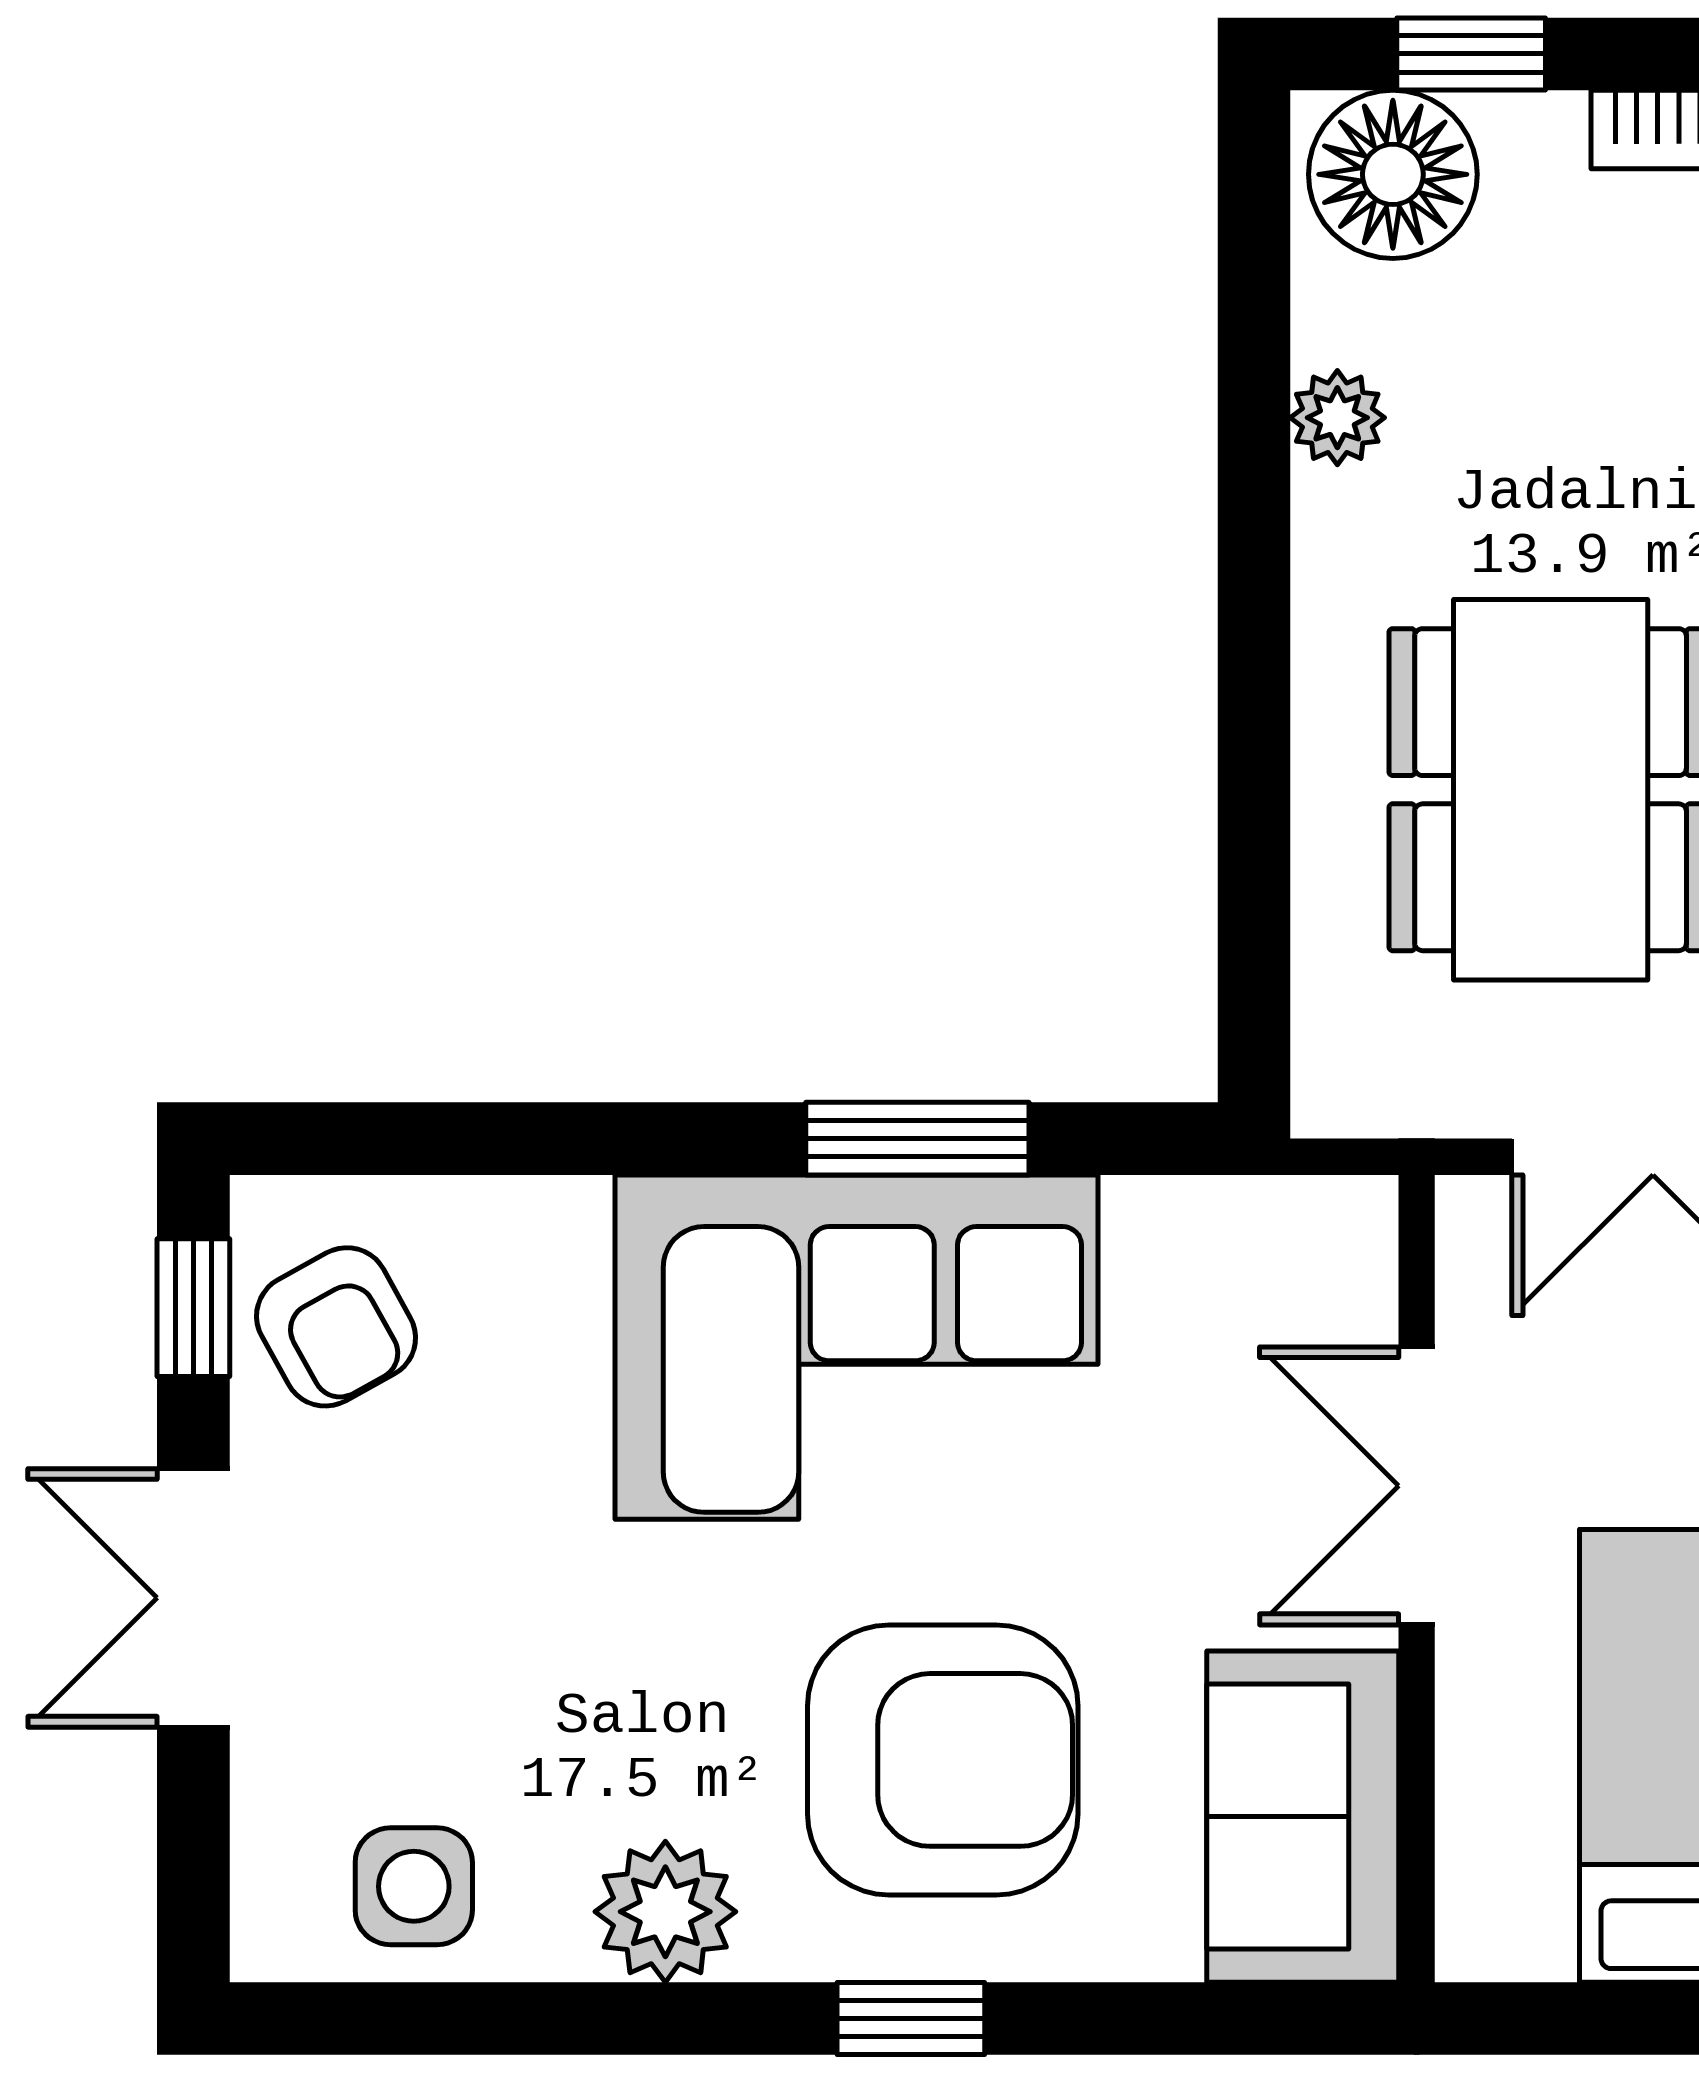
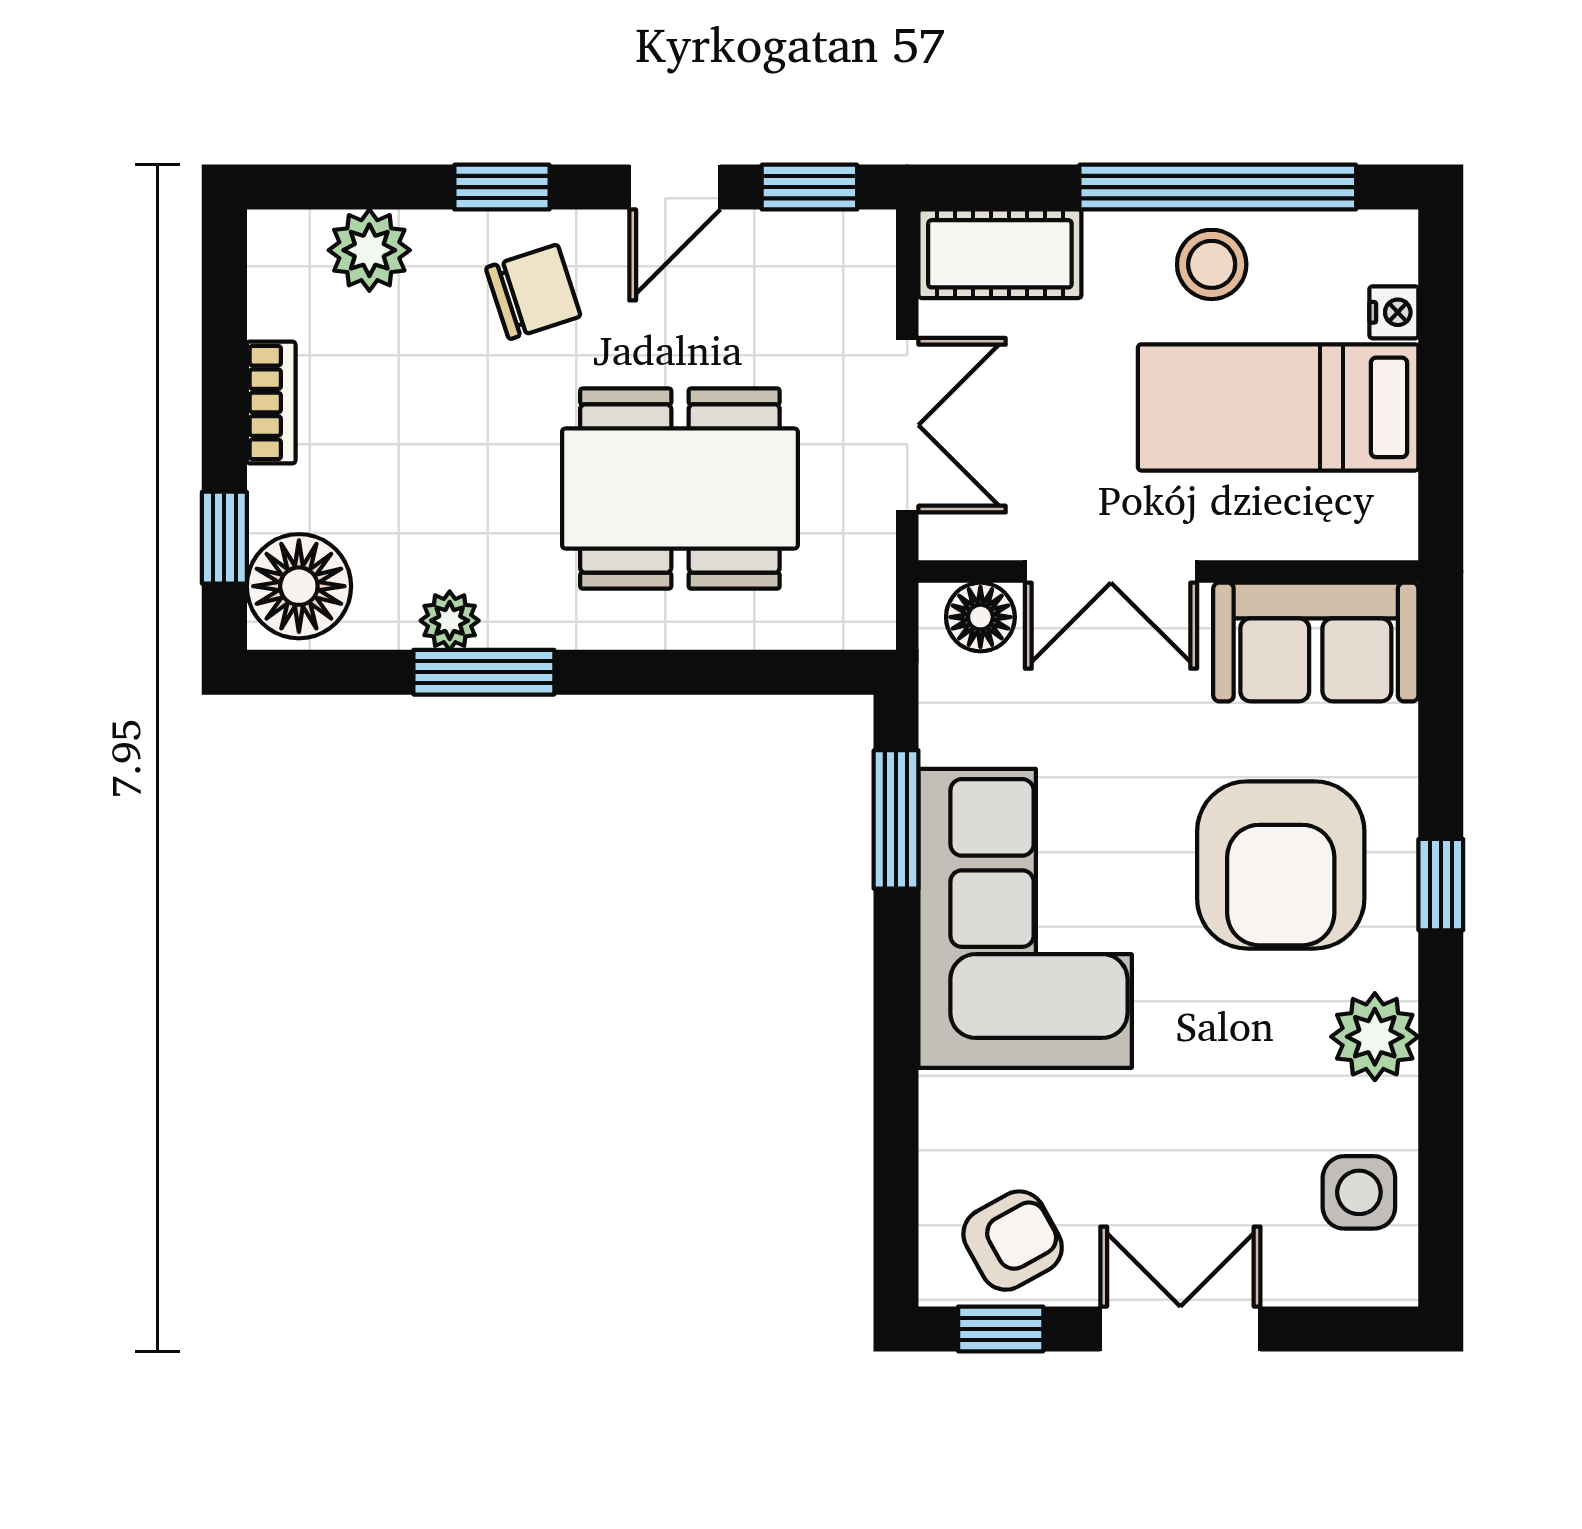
window: (1254, 473) -> (484, 672), added
window: (917, 1139) -> (896, 819), moved
floor lamp: (1343, 1275) -> (980, 617), added
double door: (193, 1598) -> (1180, 1329), swing flipped
armchair: (943, 1760) -> (1281, 865), turned 180

